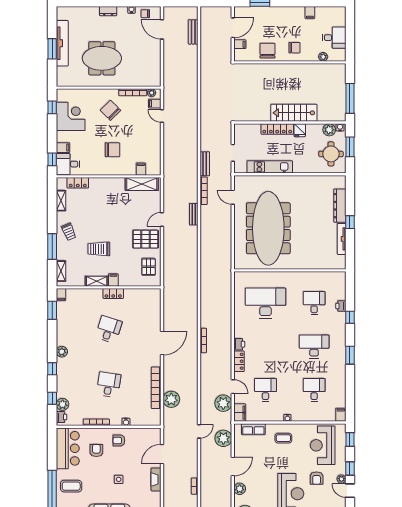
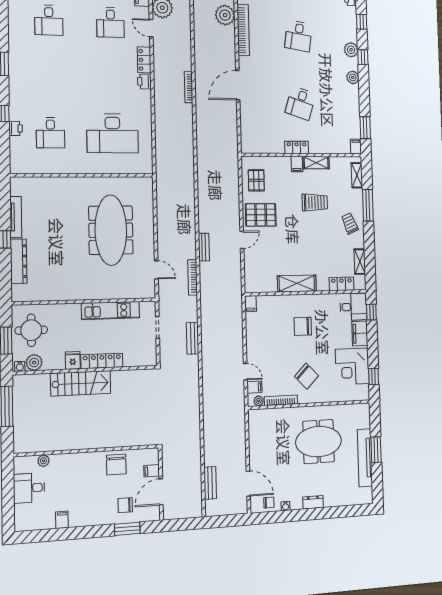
chair: (294, 48) -> (125, 505), moved
filing cabinet: (63, 148) -> (360, 333), width x2.00
bench: (205, 164) -> (193, 338), moved
filing cabinet: (141, 169) -> (250, 304), moved
shelving: (142, 184) -> (297, 284), moved
meeting table: (268, 228) -> (111, 230), width x0.73, depth x0.79
desk: (314, 346) -> (50, 76), removed
plant: (63, 404) -> (351, 50), moved

